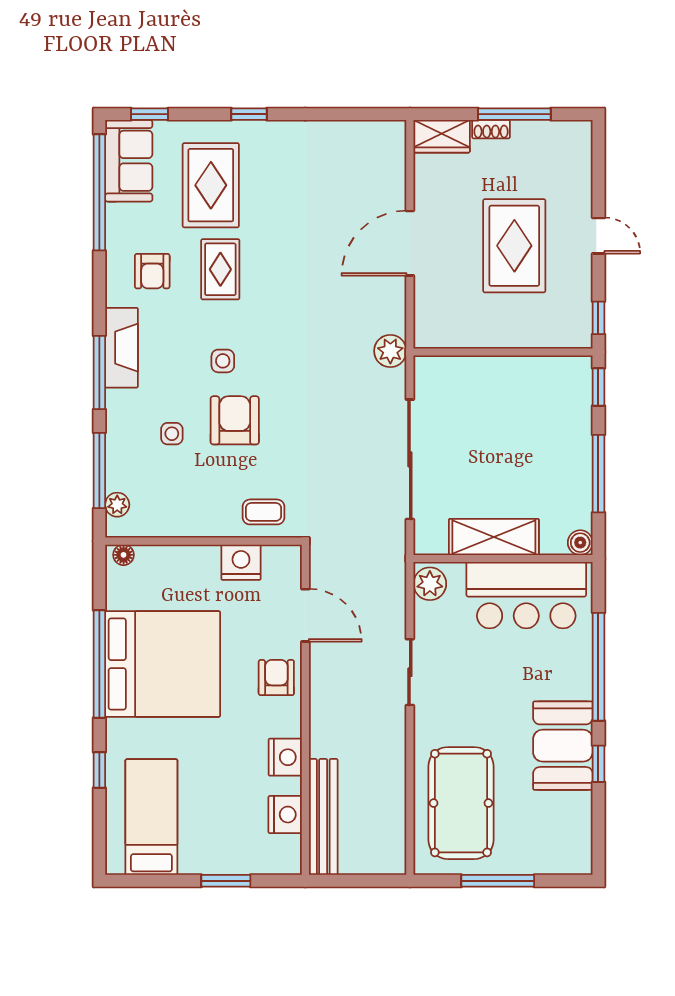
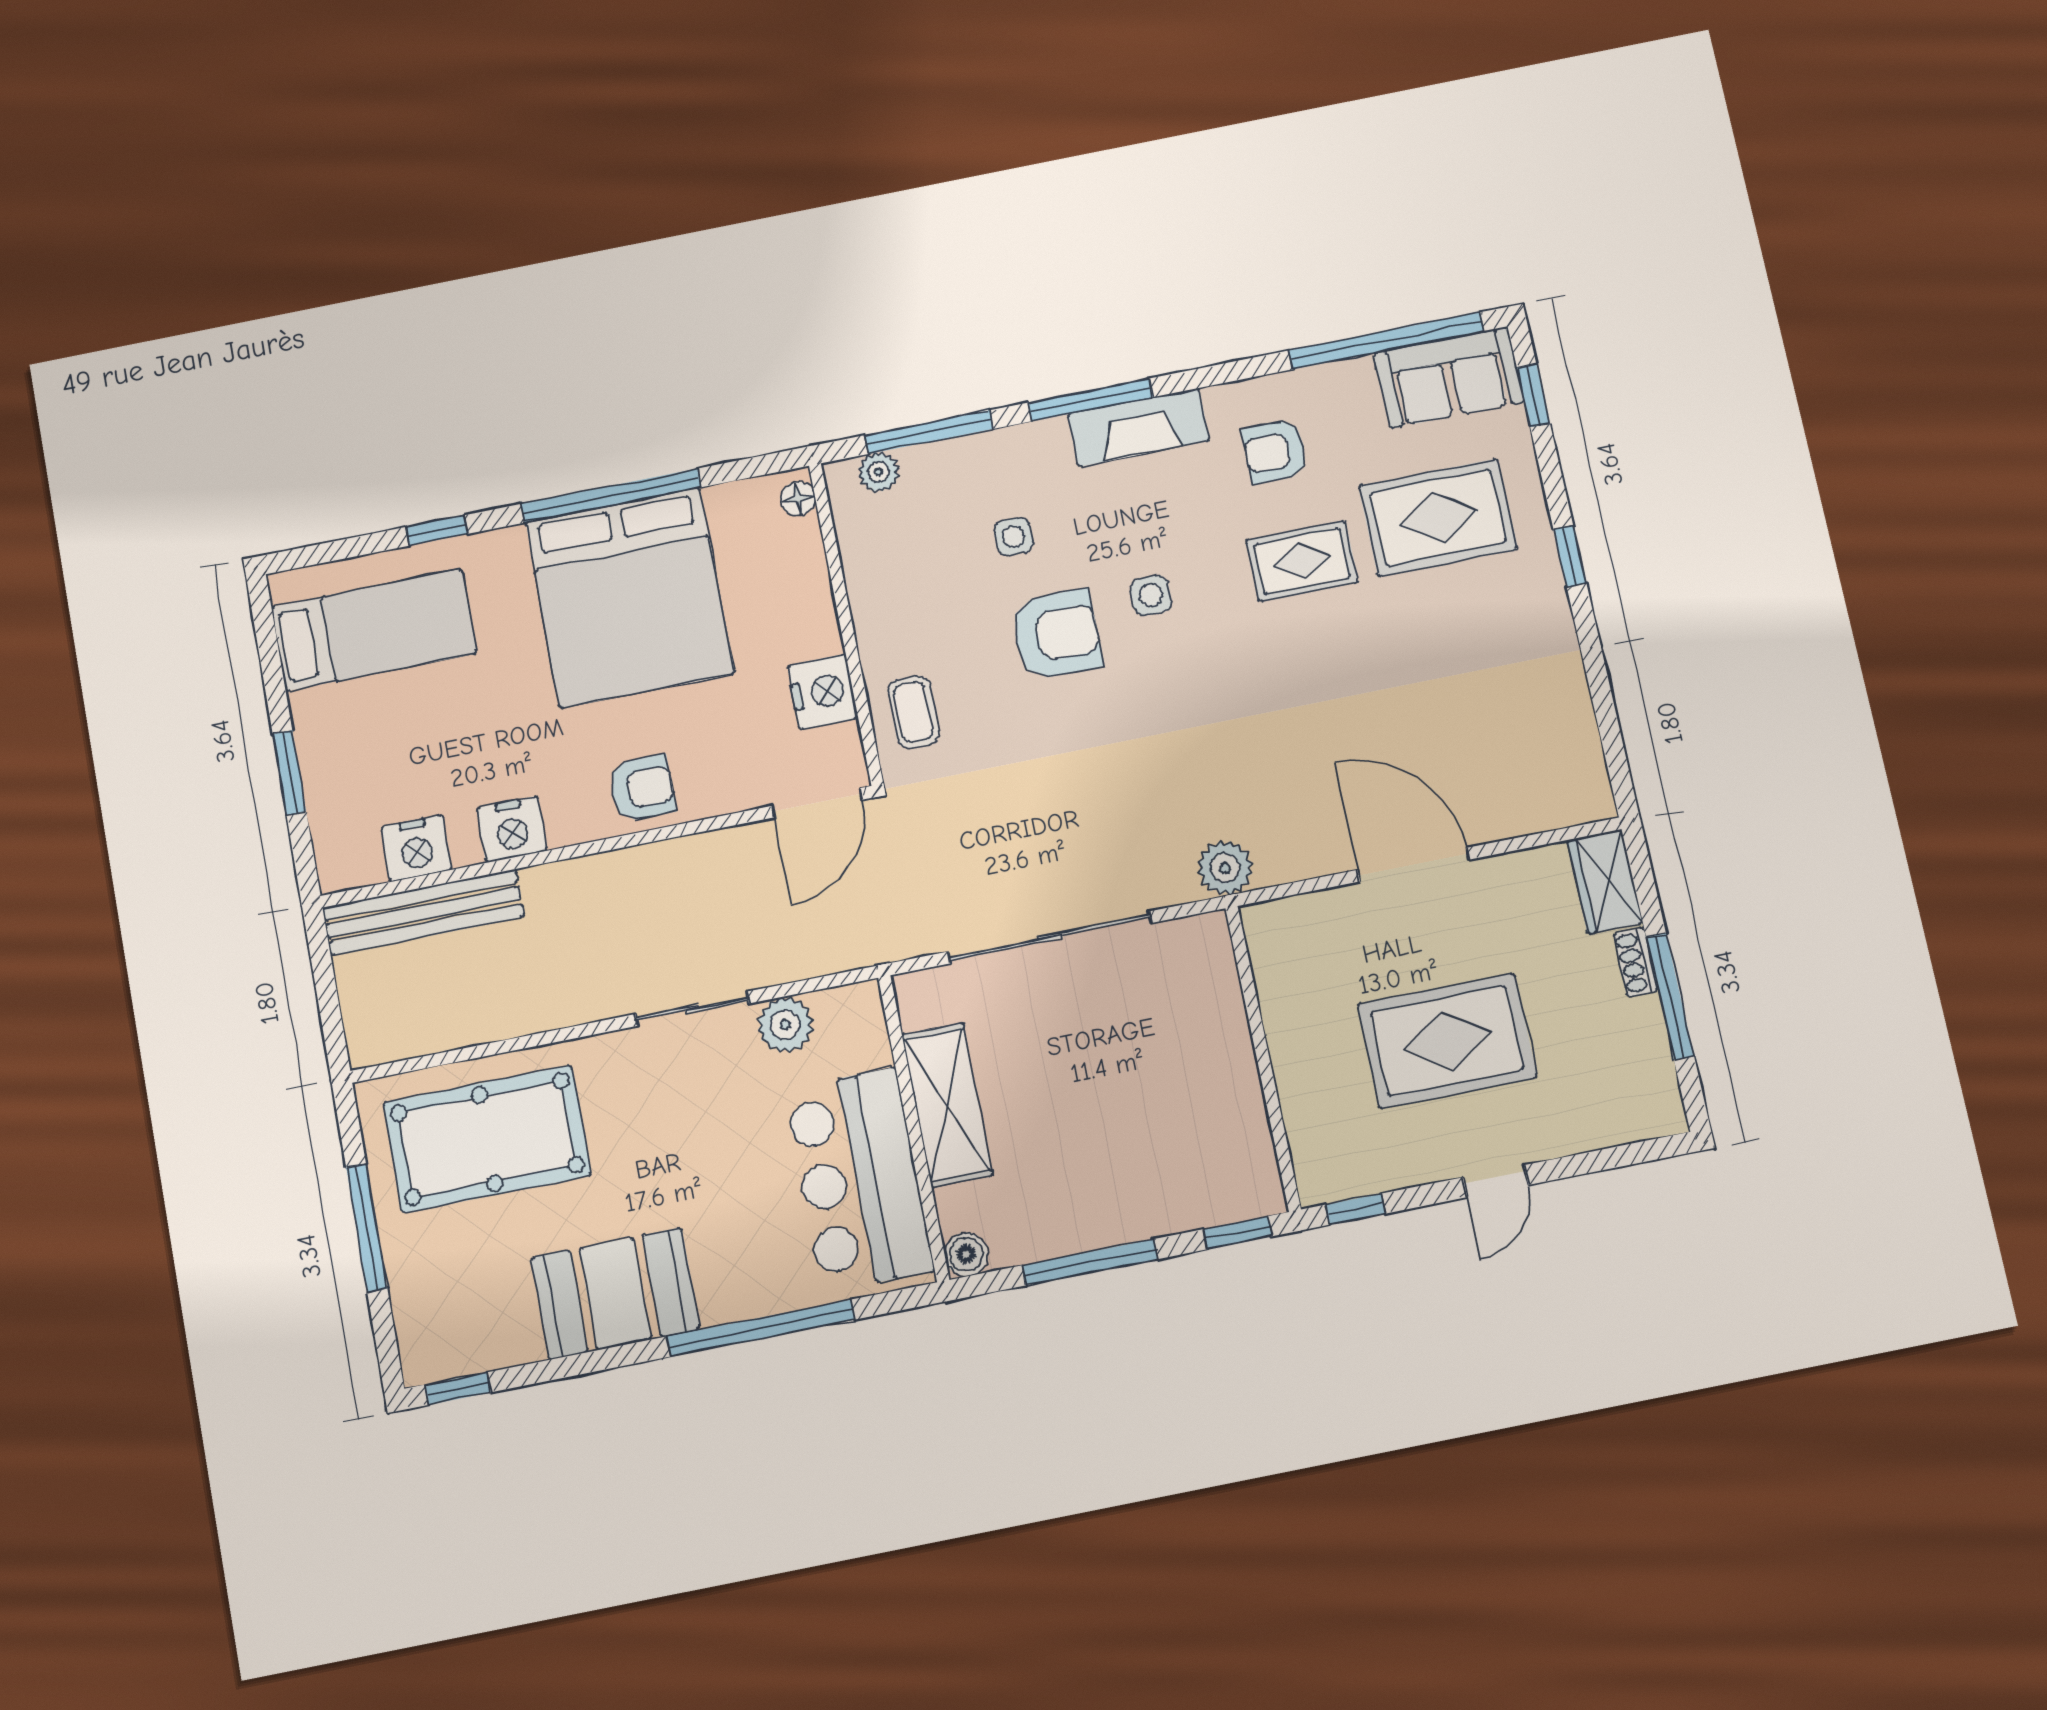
plant: (430, 584) -> (785, 1025), moved
door: (305, 615) -> (817, 803), moved
window: (598, 764) -> (458, 1389), moved

